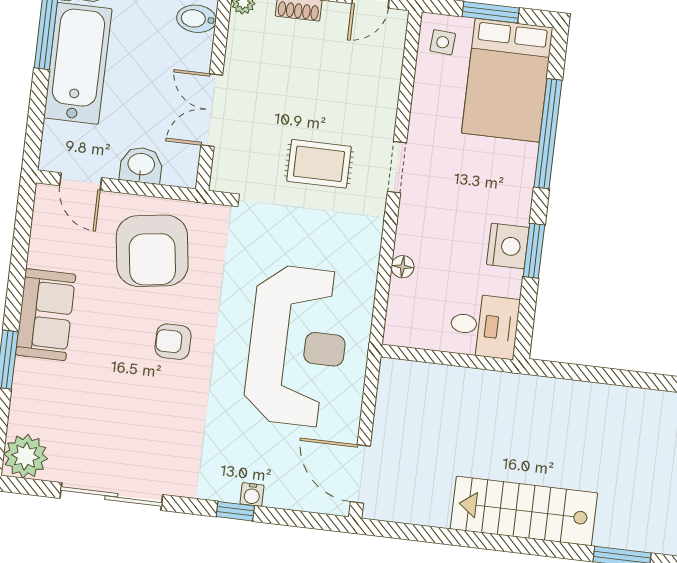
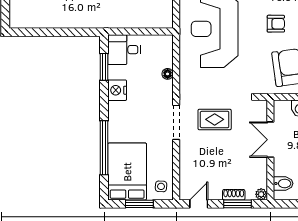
double door: (212, 110) -> (270, 140), swing flipped
doorway: (397, 167) -> (176, 122), width x1.38
window: (534, 251) -> (104, 67), moved

